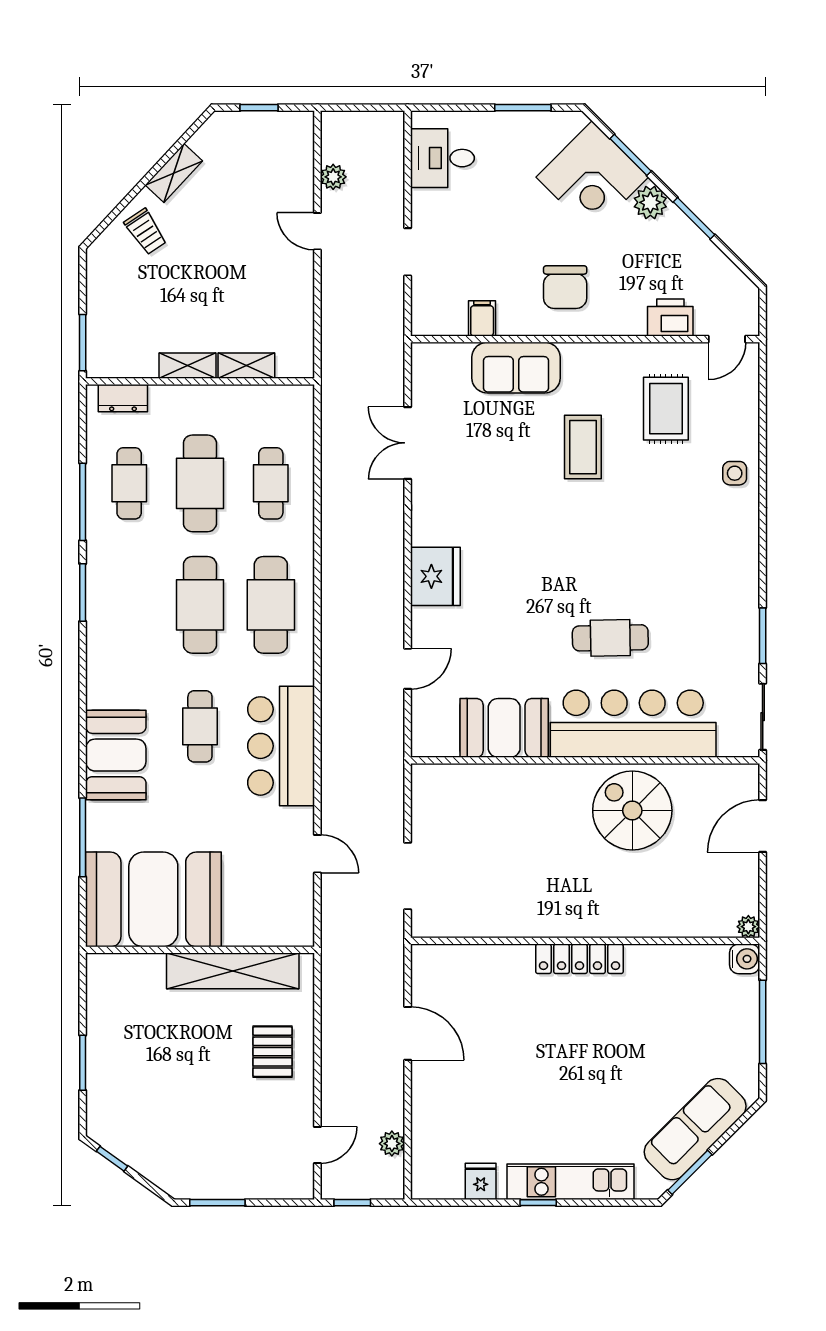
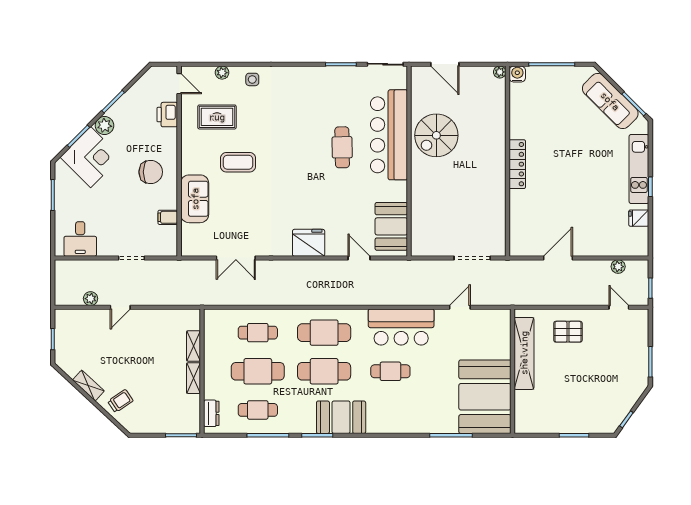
plant: (747, 418) -> (222, 73), added
booth: (504, 728) -> (391, 226), moved
booth: (116, 755) -> (341, 417), moved

